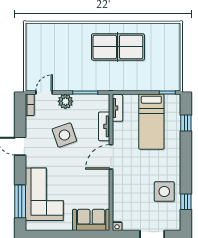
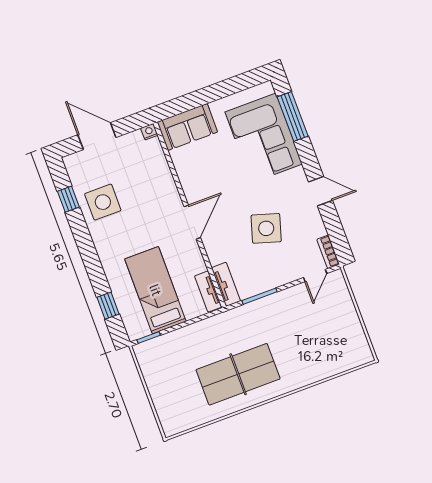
plant: (65, 101) -> (282, 274), removed
tv unit: (104, 126) -> (226, 284), moved
side table: (64, 135) -> (266, 228), turned 36

